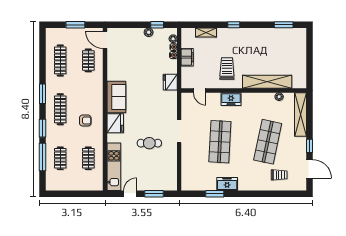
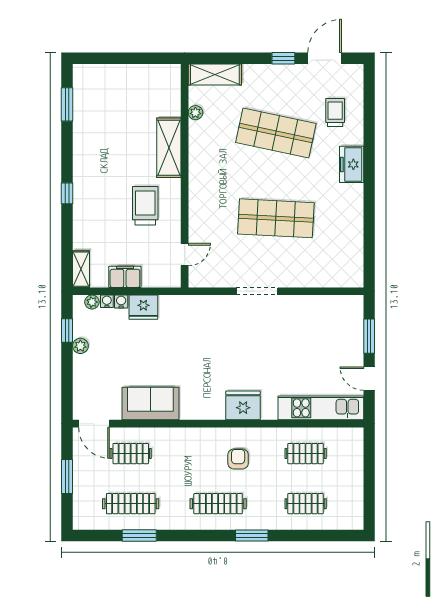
shelving: (206, 33) -> (81, 269), moved
door: (105, 40) -> (94, 424), hinge flipped
trolley: (227, 69) -> (145, 206), turned 90
fridge: (170, 82) -> (143, 307), moved
shelving: (267, 82) -> (169, 148), width x0.68
window: (42, 94) -> (139, 535), moved
sofa: (116, 97) -> (150, 403), moved
freezer: (231, 99) -> (200, 199), removed
shelving: (300, 114) -> (215, 74), width x0.68
cafe table: (149, 143) -> (279, 345), removed
window: (42, 157) -> (303, 535), removed
freezer: (227, 184) -> (352, 164), moved
window: (215, 194) -> (369, 228), removed

